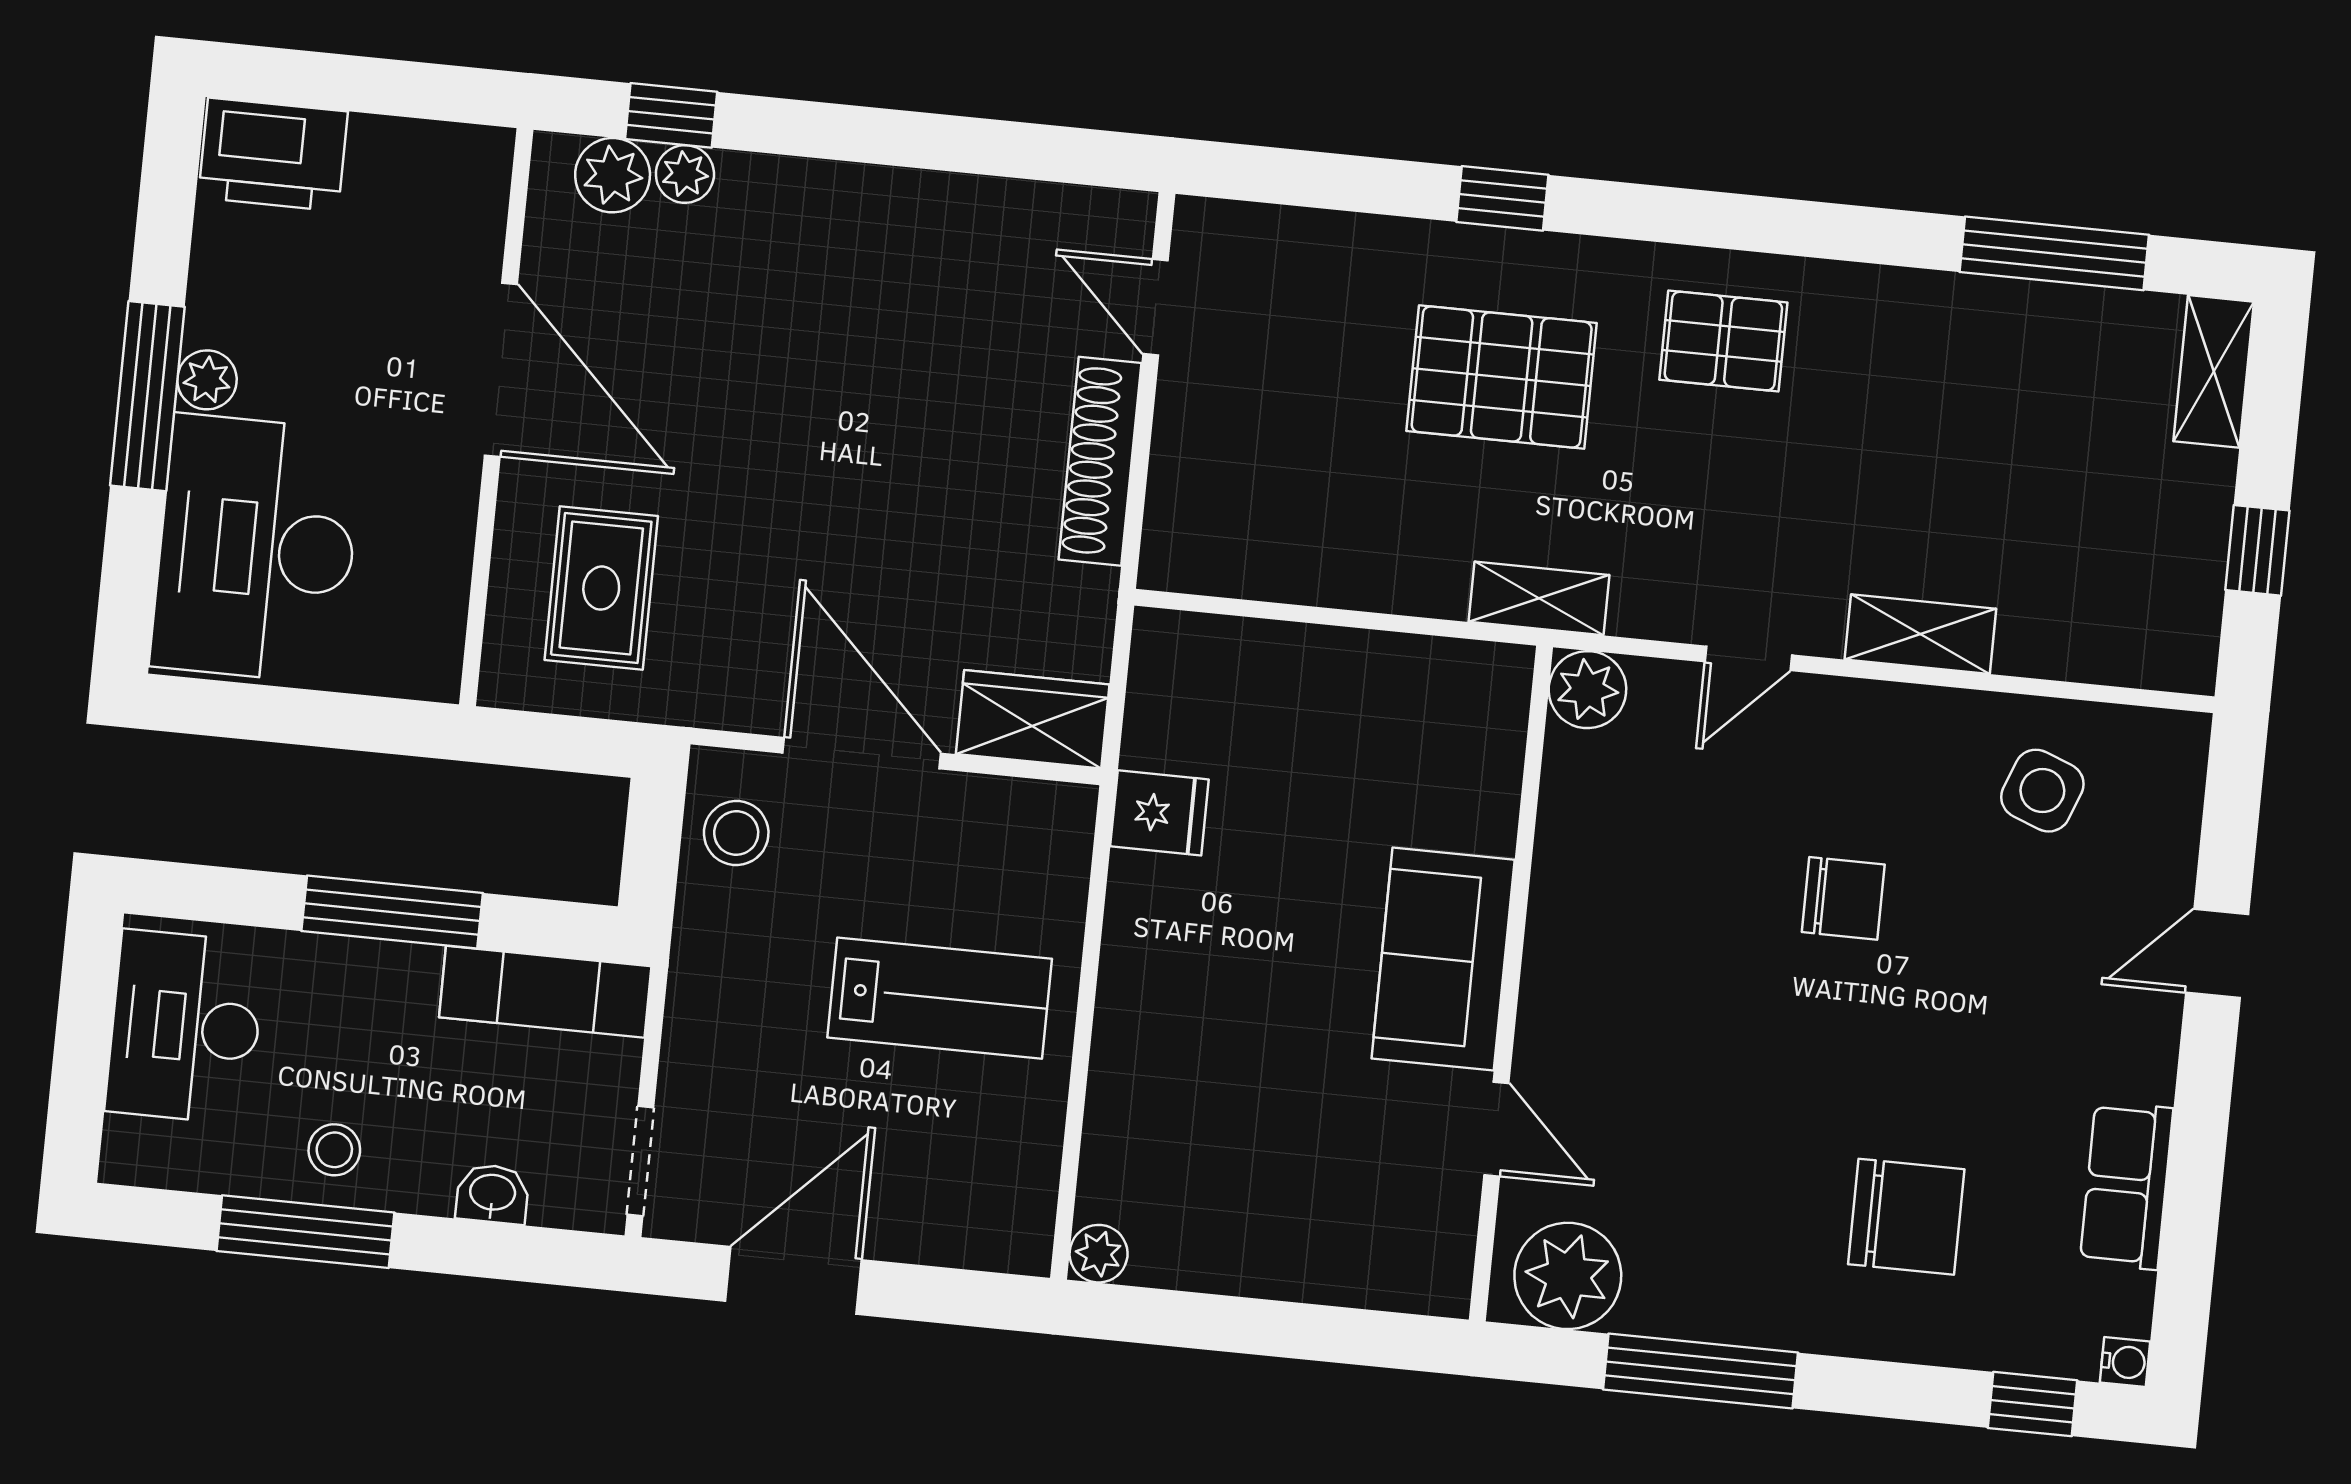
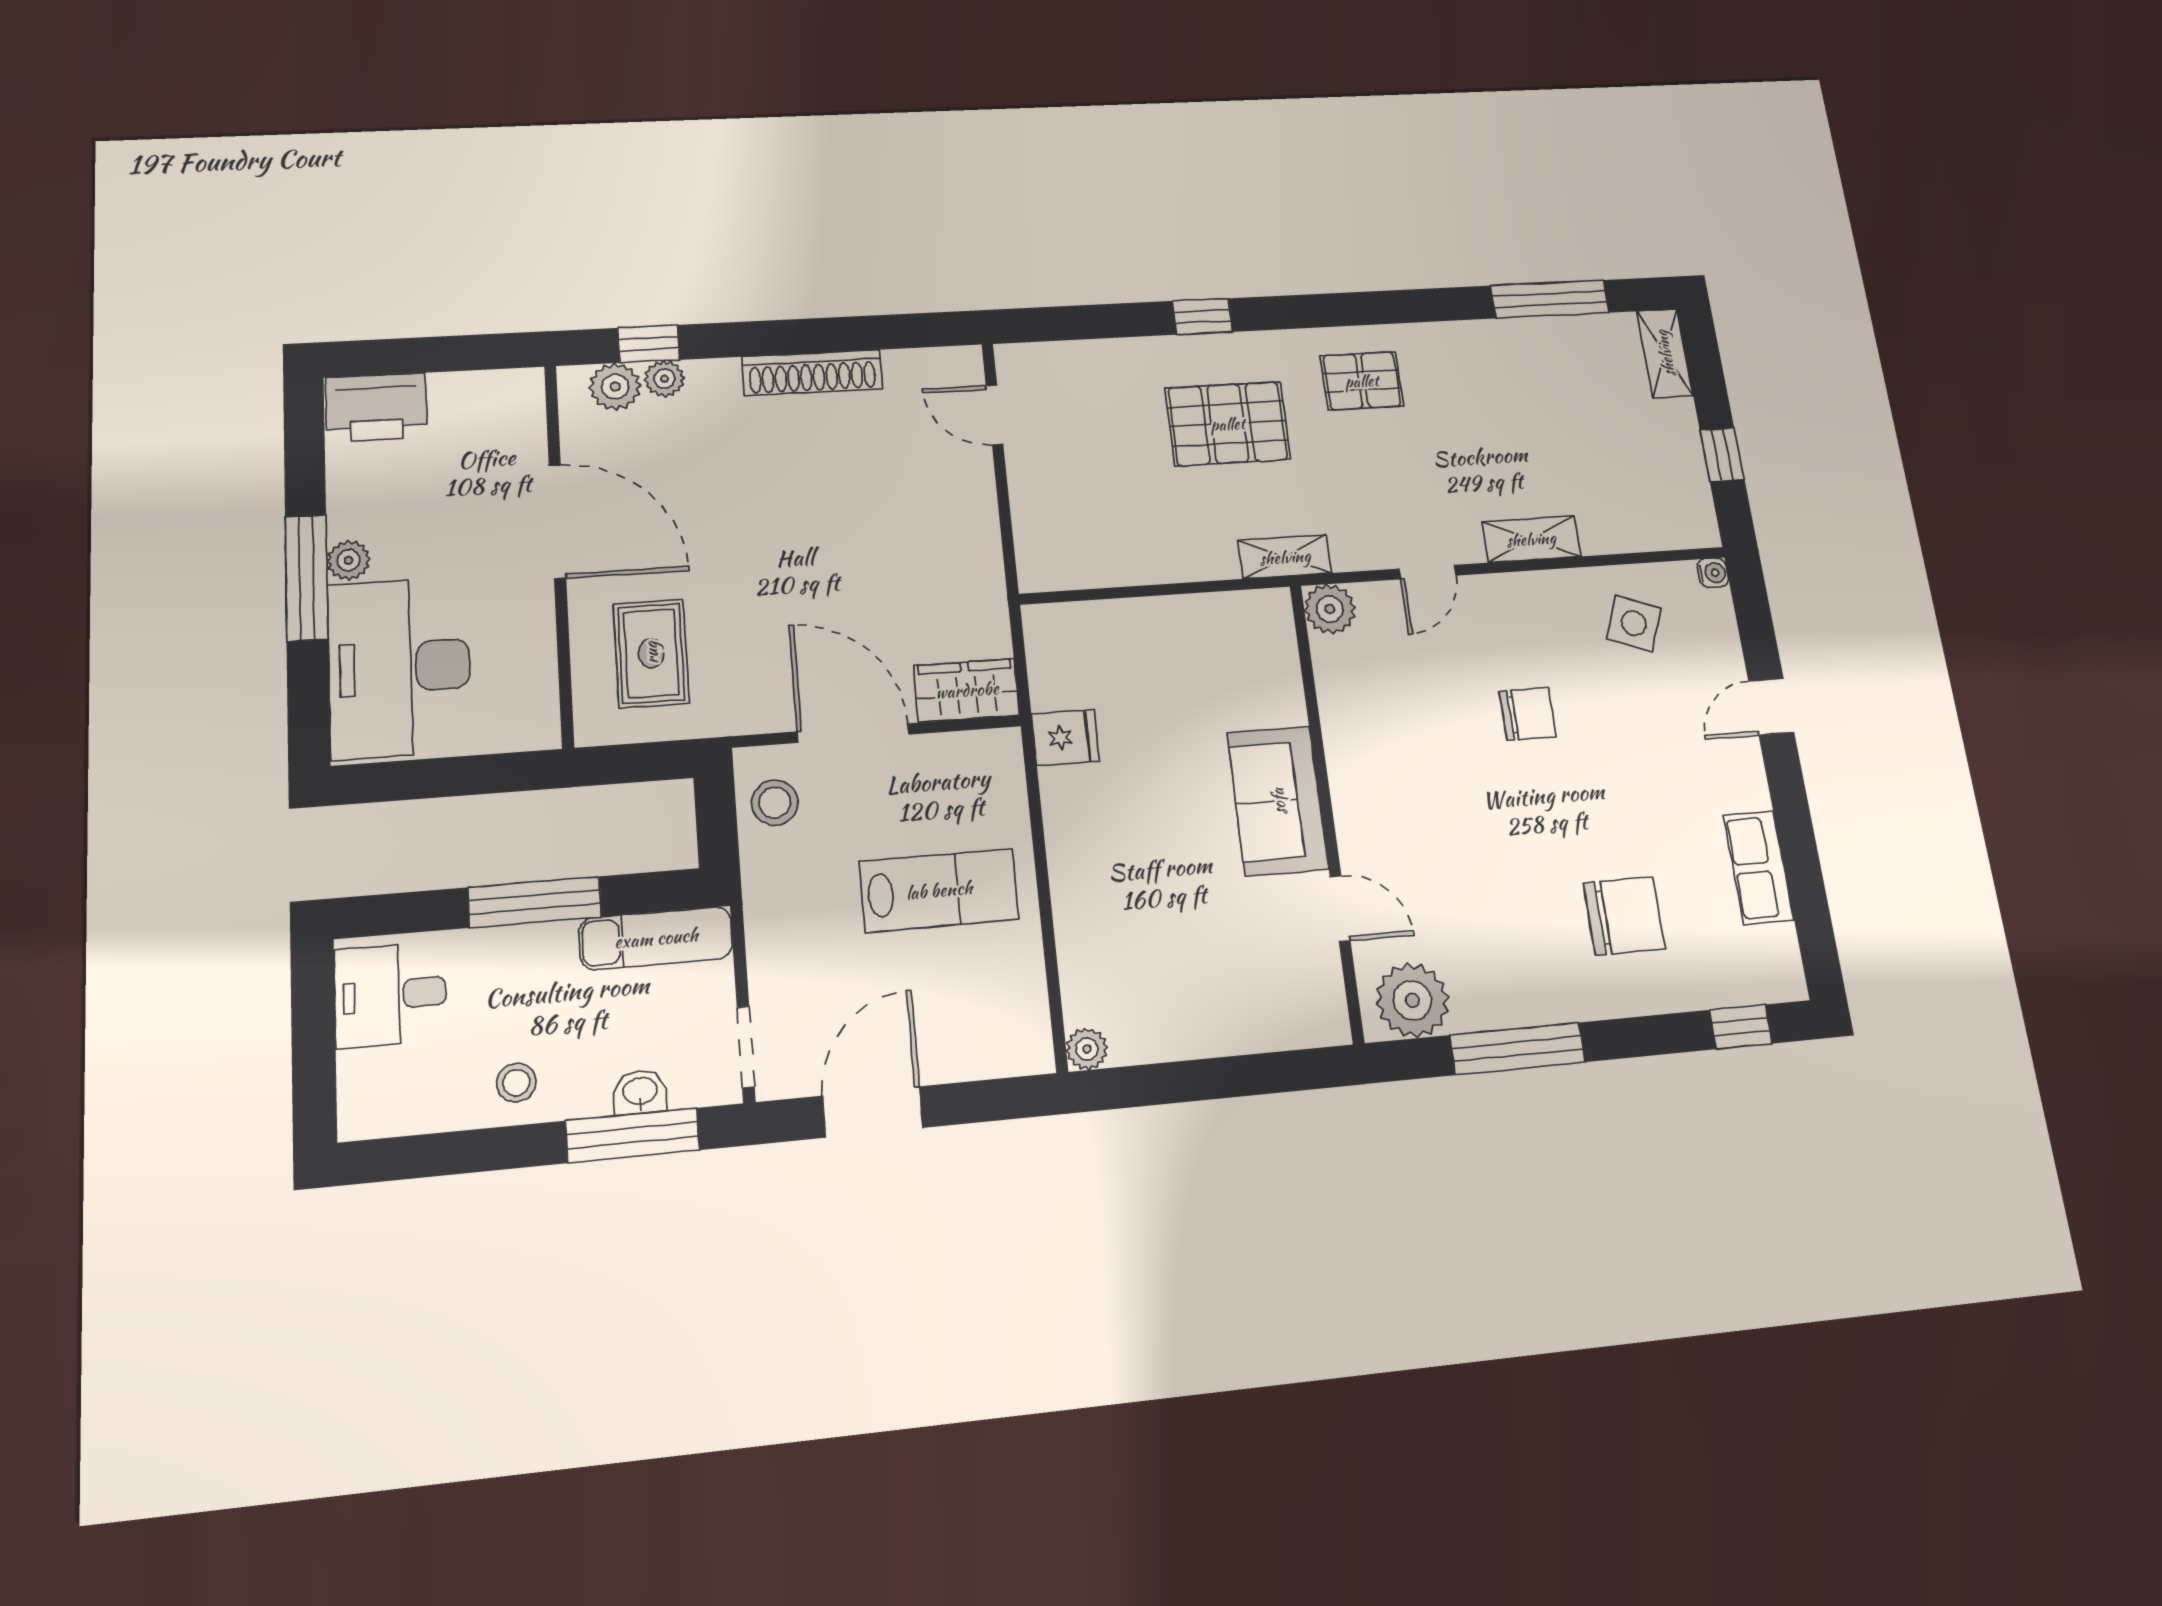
shoe rack: (1100, 461) -> (812, 373), moved, turned -90
desk: (185, 1027) -> (390, 995), width x0.73
window: (305, 1232) -> (633, 1135), moved
water cooler: (2125, 1362) -> (1713, 573), moved

